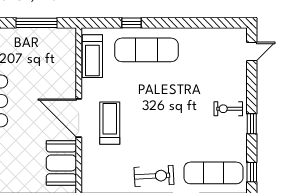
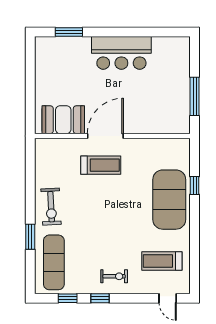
exercise mat: (146, 50) -> (169, 200), width x1.47
treadmill: (92, 56) -> (162, 261), moved
exercise bike: (228, 109) -> (114, 276), turned 90
window: (252, 172) -> (68, 298), moved

